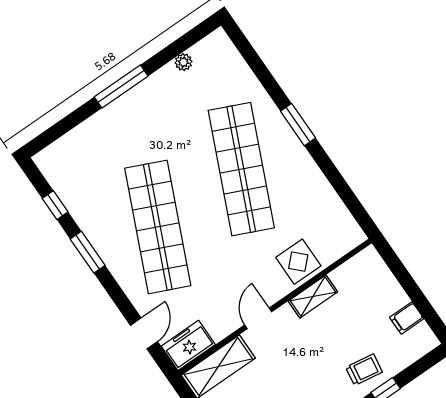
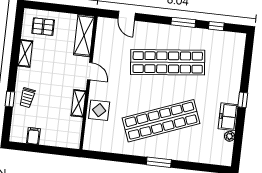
window: (121, 86) -> (243, 100), width x0.46
shop shelf: (241, 169) -> (161, 121), turned -45
shop shelf: (158, 227) -> (168, 62), turned -30
freezer: (188, 345) -> (228, 117), moved, turned 180

